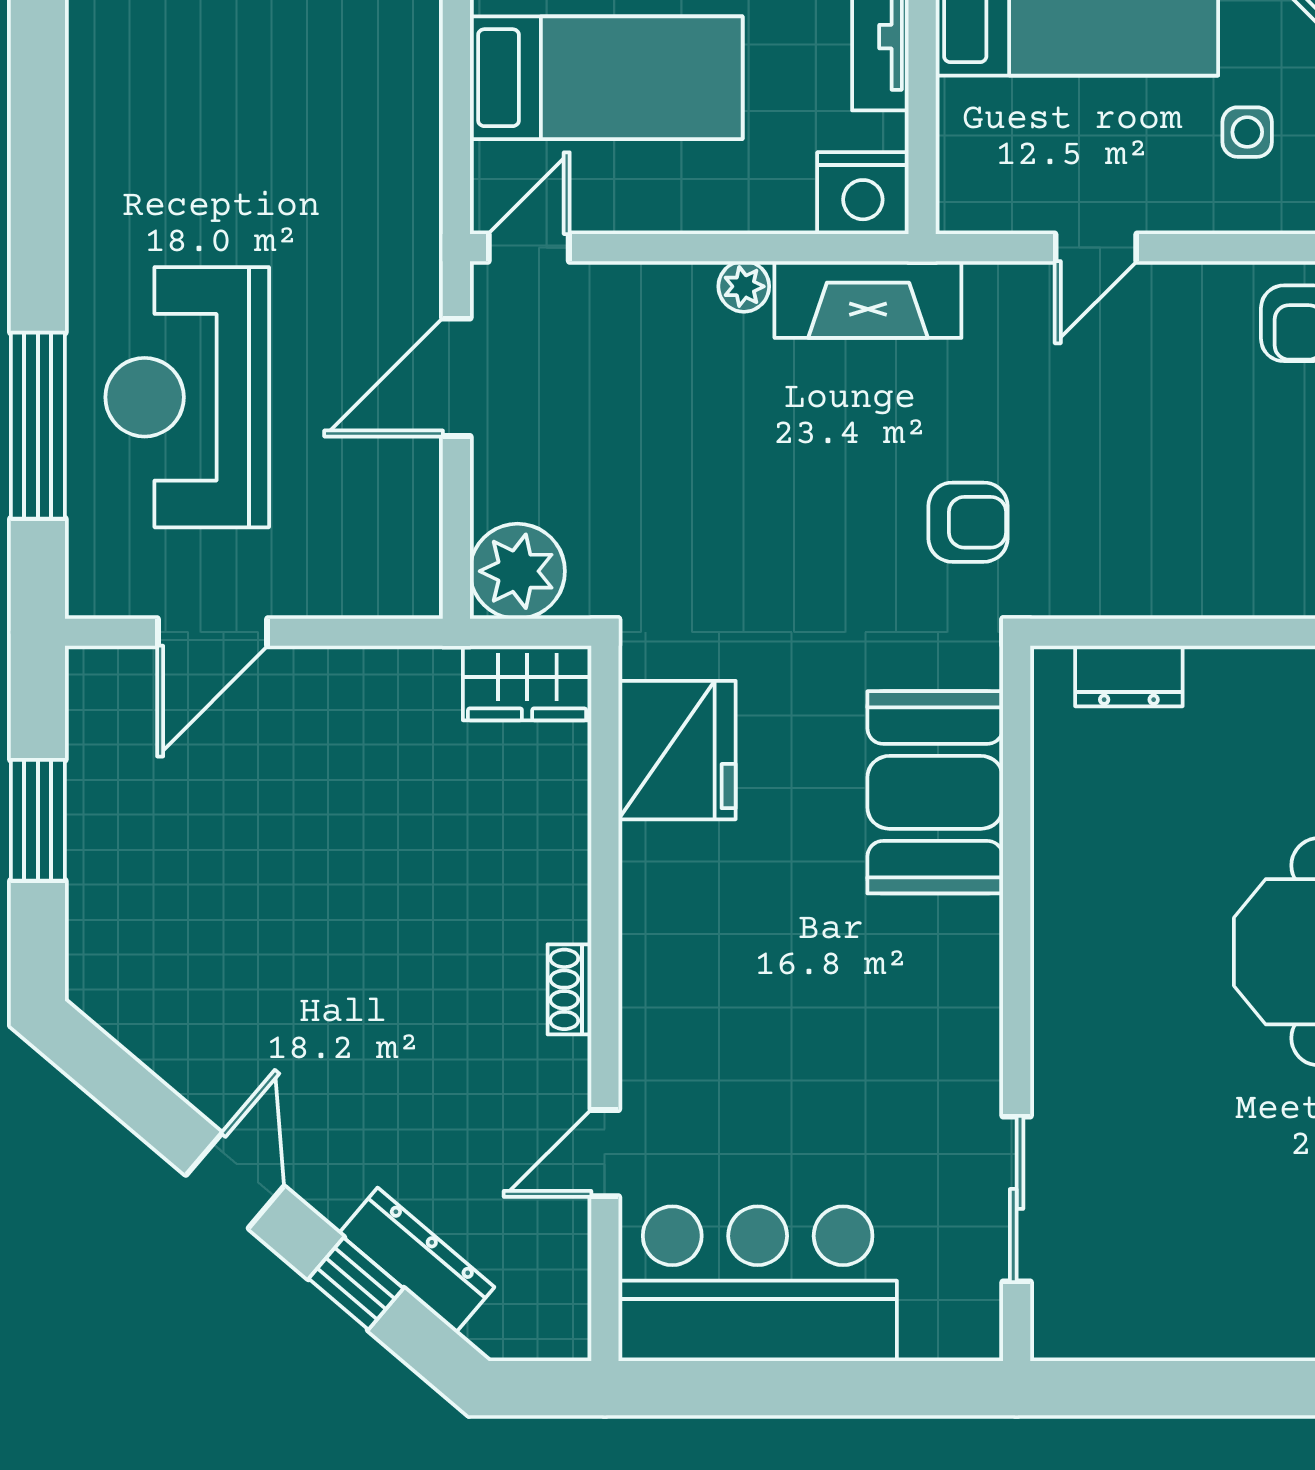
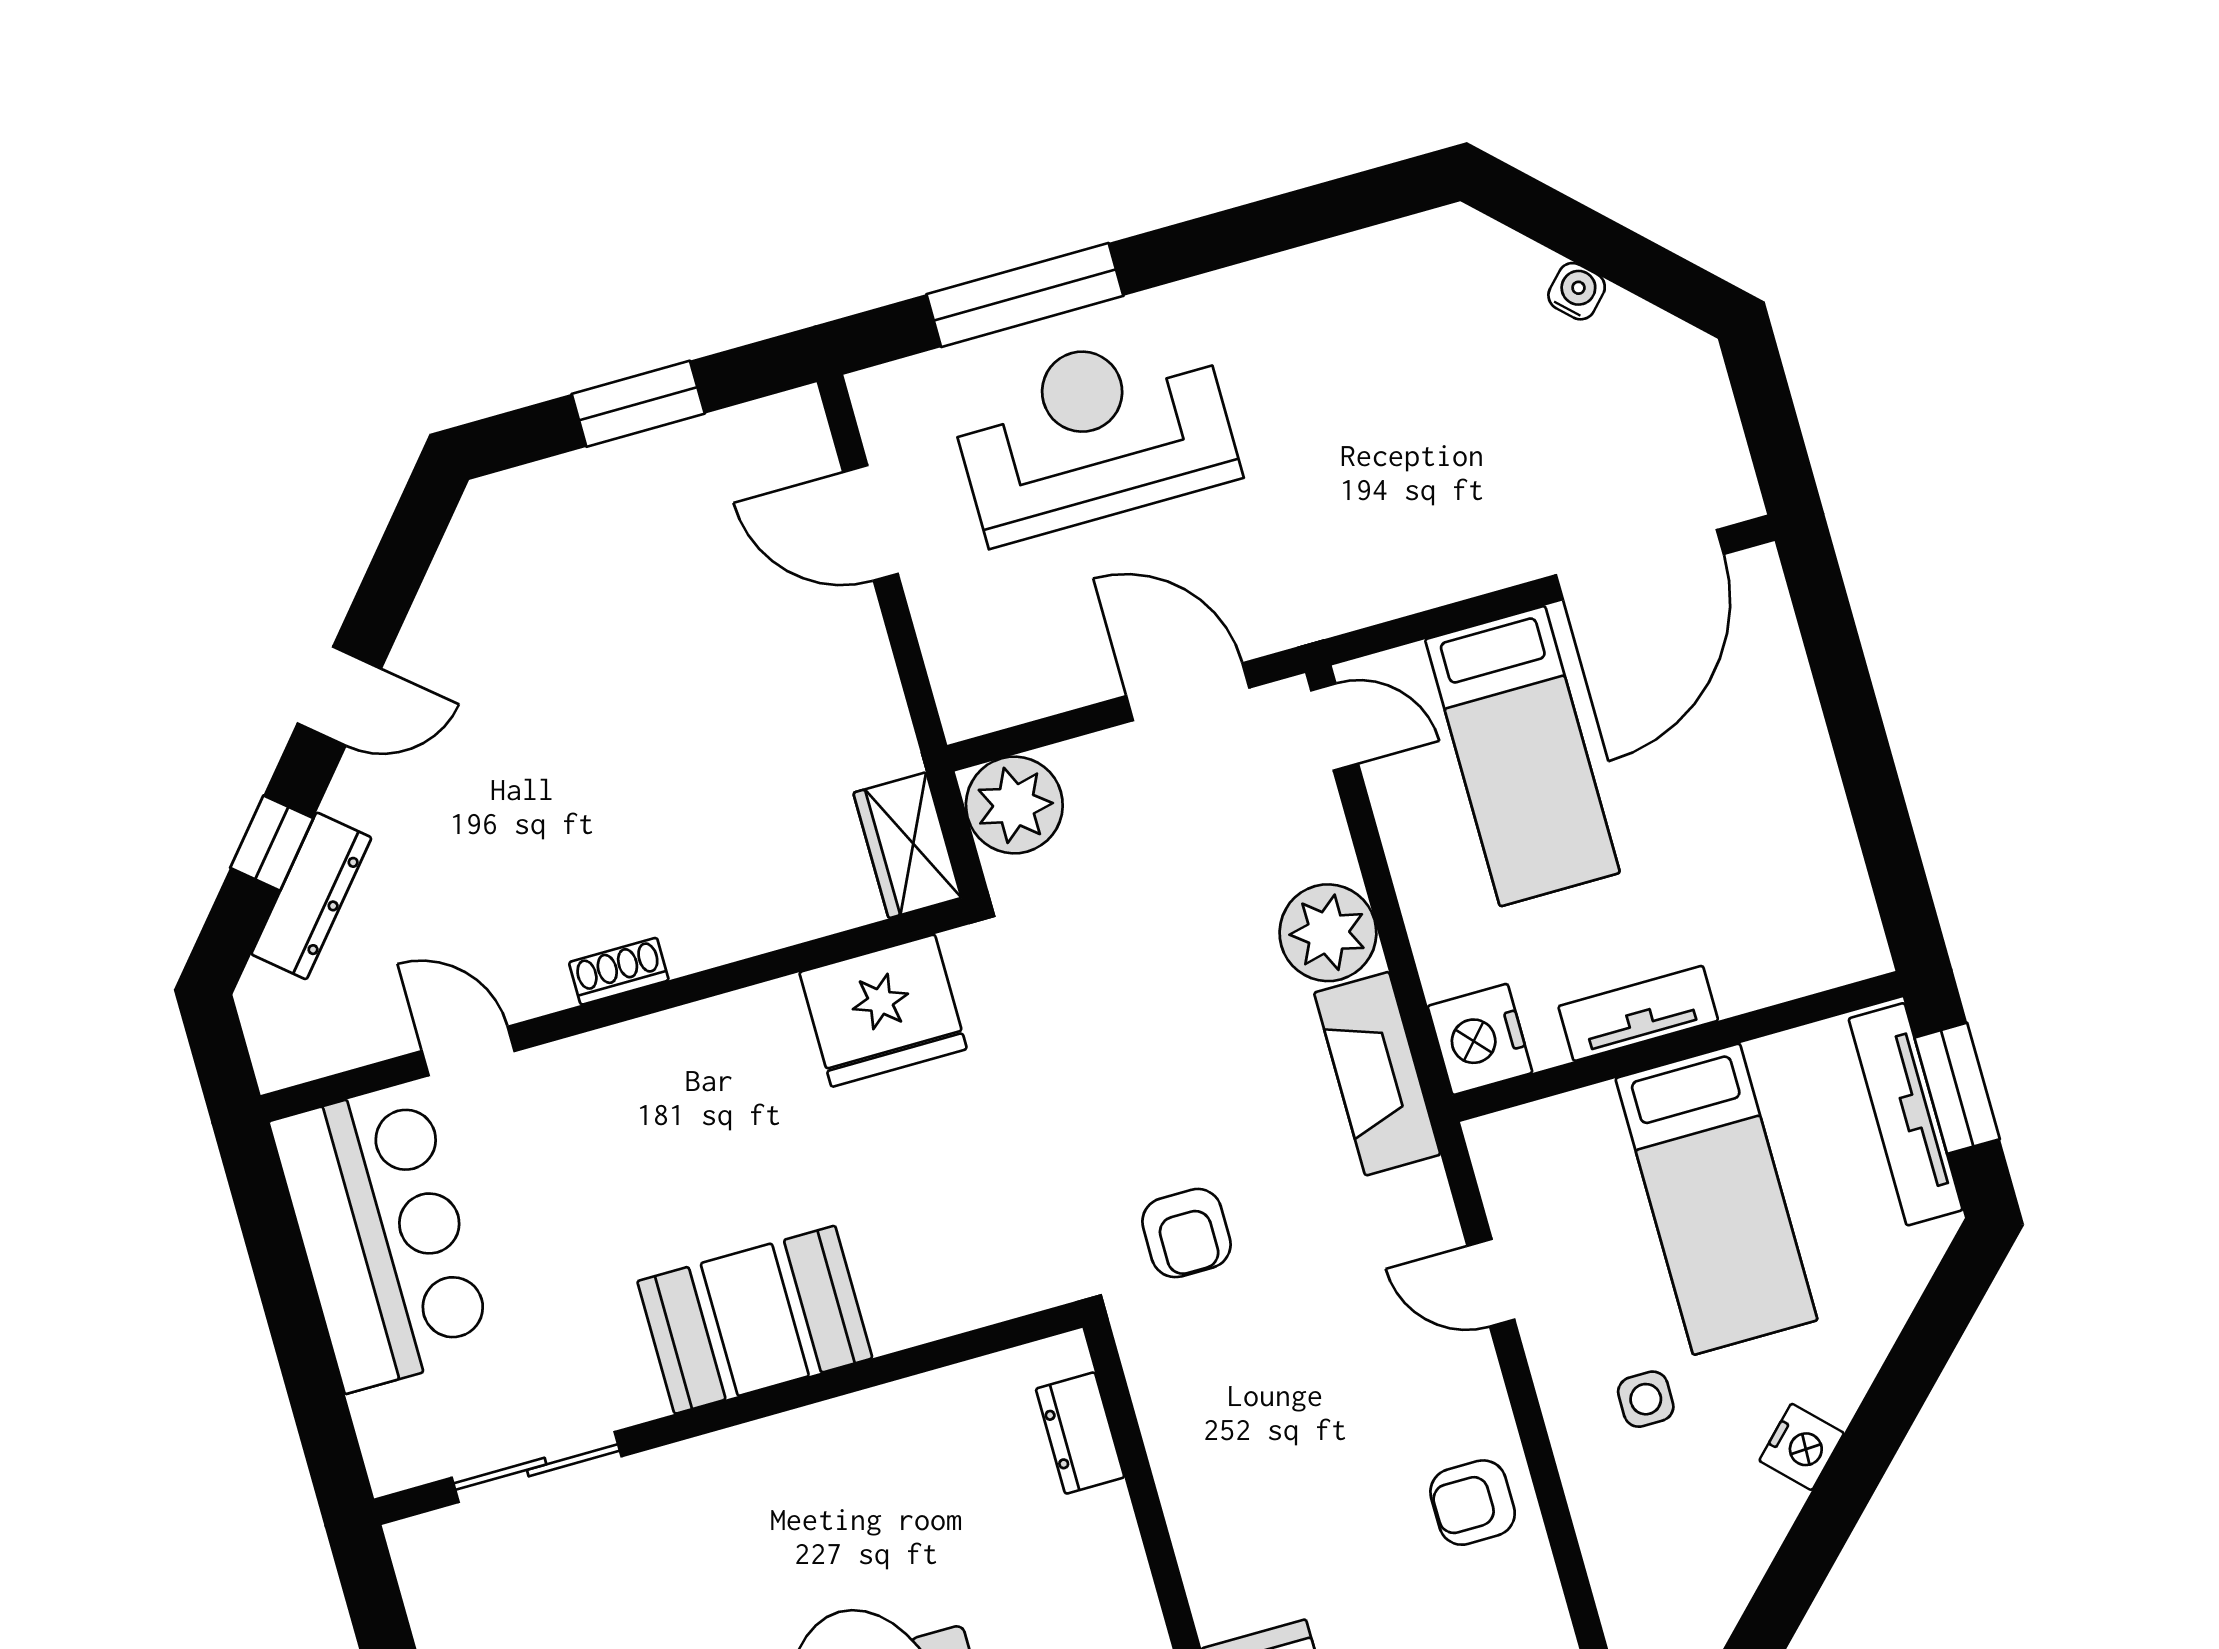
plant: (744, 286) -> (1328, 933), width x1.88, depth x1.88
booth: (935, 792) -> (755, 1320), moved

